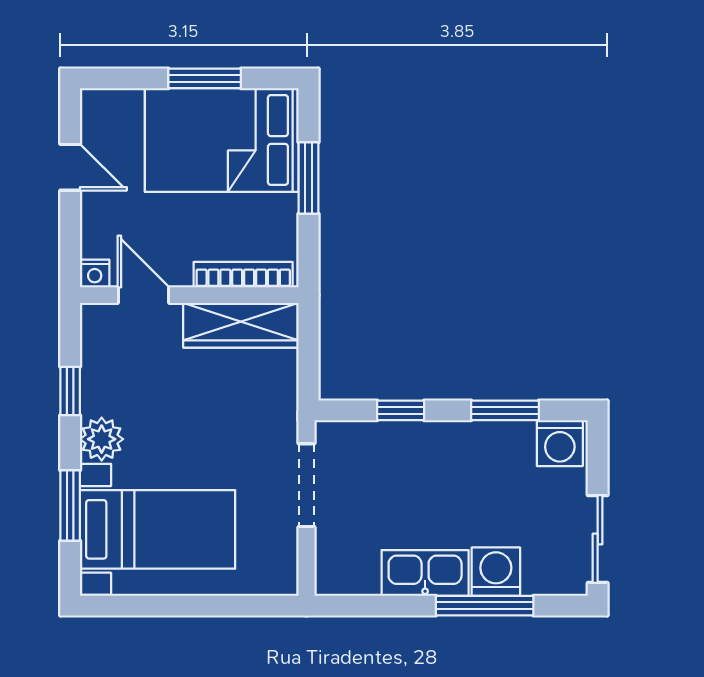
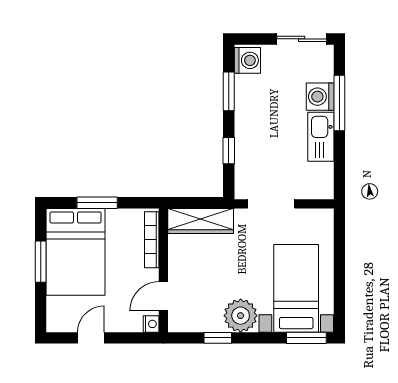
wardrobe: (241, 325) -> (201, 221), moved, turned 90
plant: (102, 439) -> (241, 316), width x1.36, depth x1.36
window: (70, 505) -> (306, 338), moved

